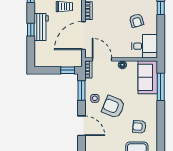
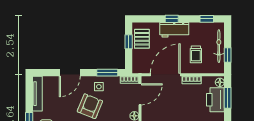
door: (84, 36) -> (165, 75), hinge flipped
pallet: (50, 58) -> (142, 39), added
window: (68, 70) -> (129, 42), moved

